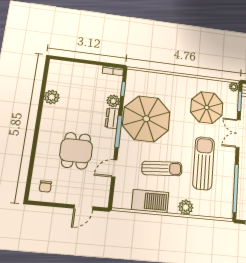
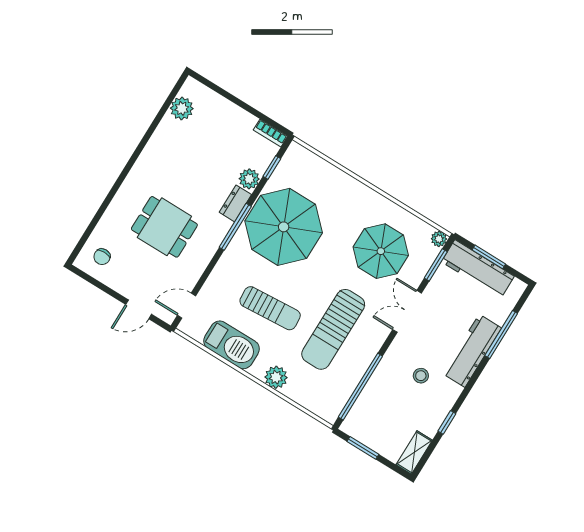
plant: (52, 97) -> (182, 108), moved
dining table: (76, 151) -> (164, 227), turned 90
sun lounger: (204, 163) -> (333, 329), turned 180
door: (114, 168) -> (187, 306), moved

